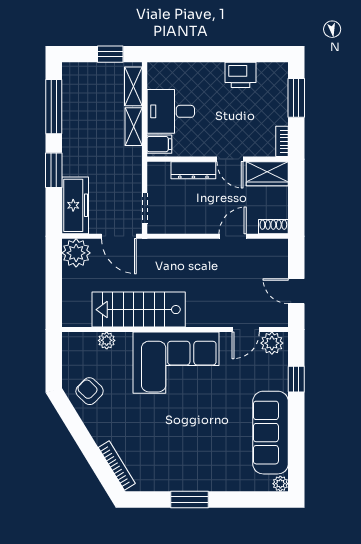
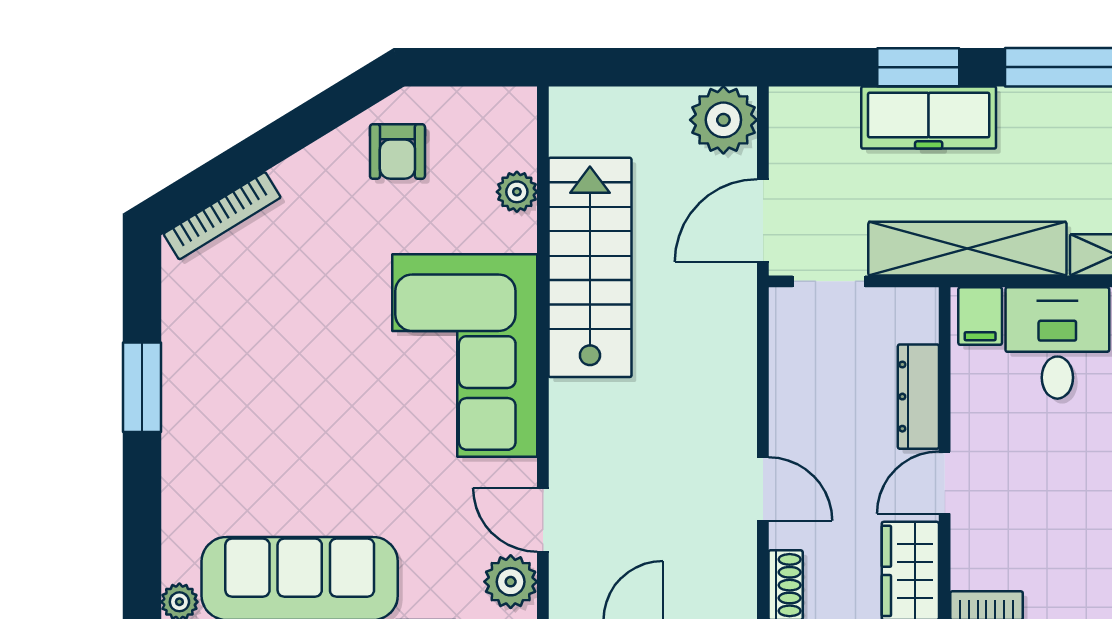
shelving: (134, 127) -> (967, 249), width x2.20, depth x1.33
freezer: (75, 205) -> (929, 118), moved
armchair: (90, 391) -> (397, 151), turned 136

